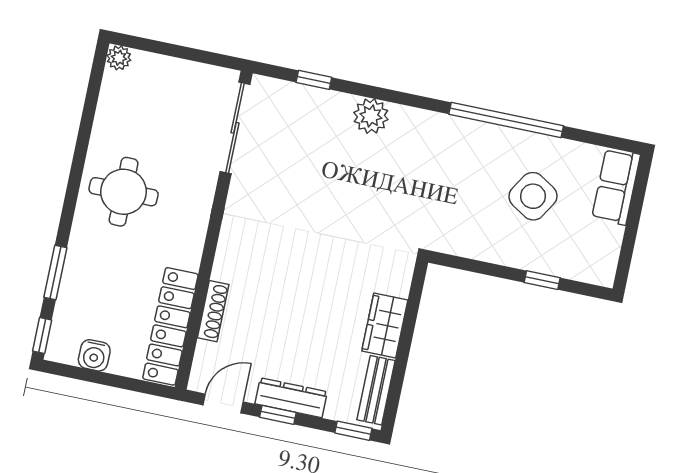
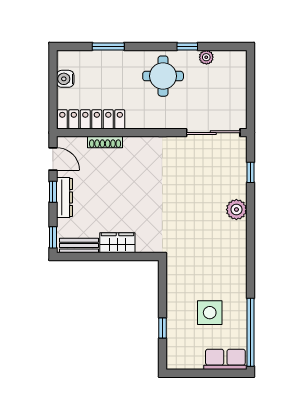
plant: (119, 58) -> (206, 57), moved
window: (506, 120) -> (250, 332), moved
side table: (533, 196) -> (210, 313), turned -32
window: (42, 335) -> (187, 46), moved

